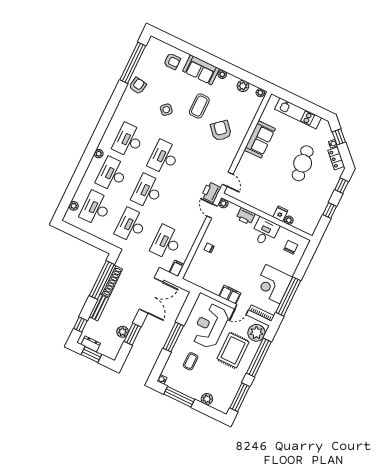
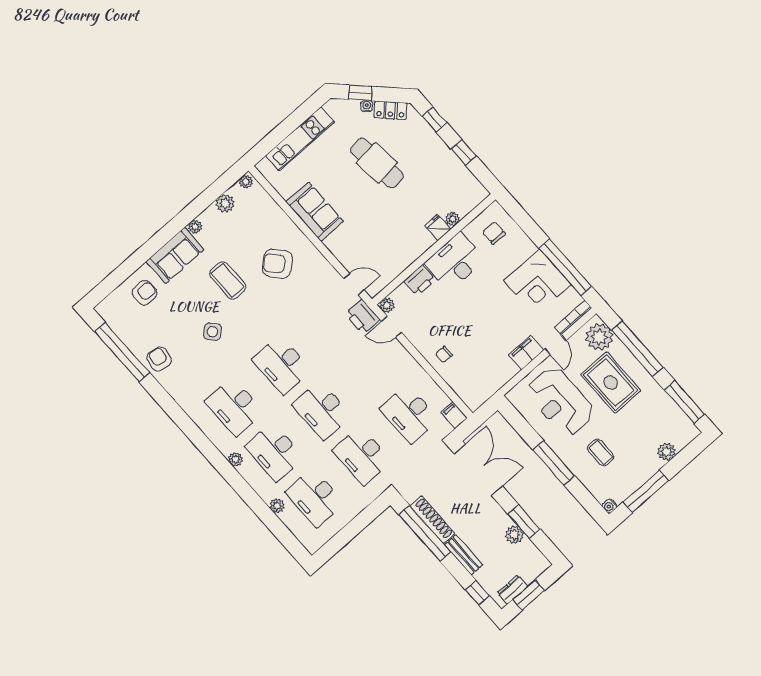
plant: (74, 206) -> (277, 506), moved
desk: (265, 232) -> (455, 262), width x1.37

